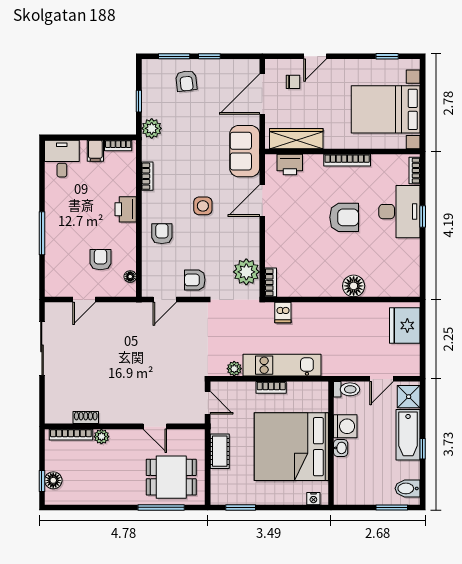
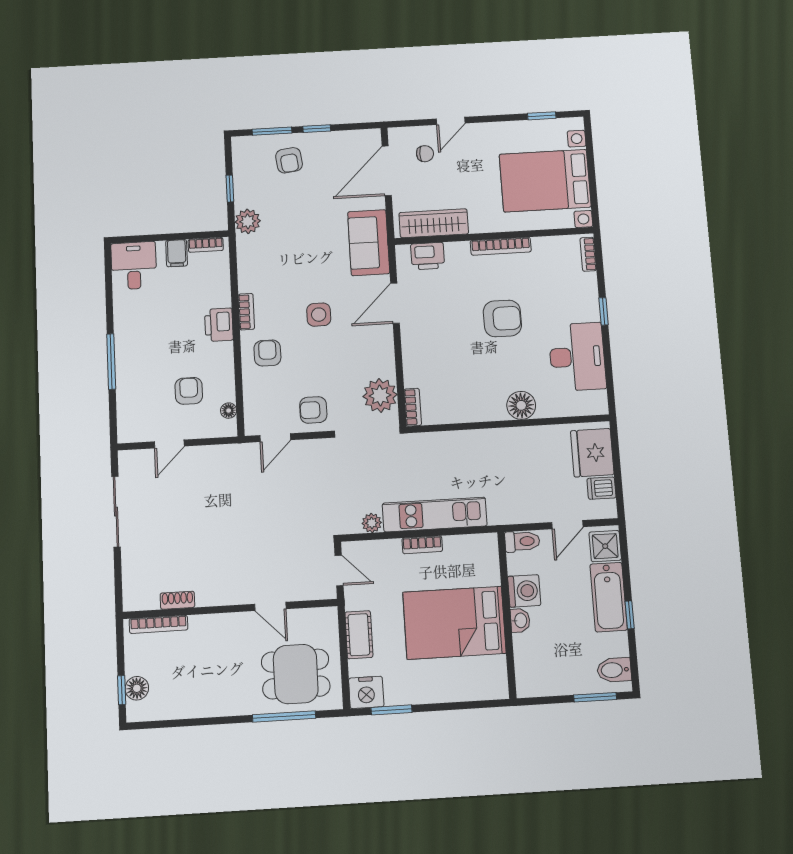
bookcase: (147, 176) -> (246, 312), moved
desk: (399, 212) -> (577, 357), moved
dishwasher: (283, 313) -> (601, 488), moved, turned 90
plant: (101, 437) -> (200, 625), removed
bed: (291, 447) -> (454, 623), width x0.73
nightstand: (313, 499) -> (366, 692), moved, width x1.89, depth x1.79

